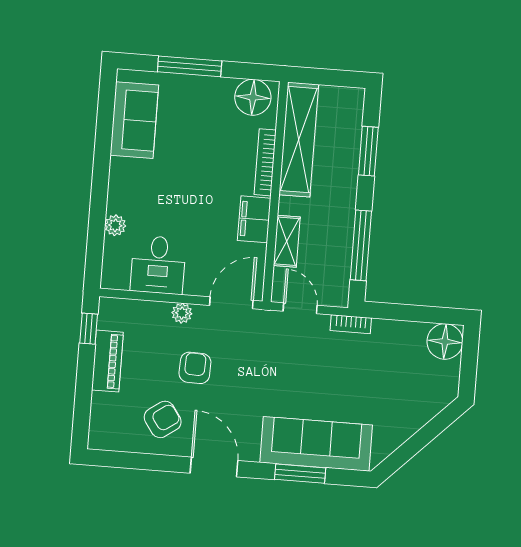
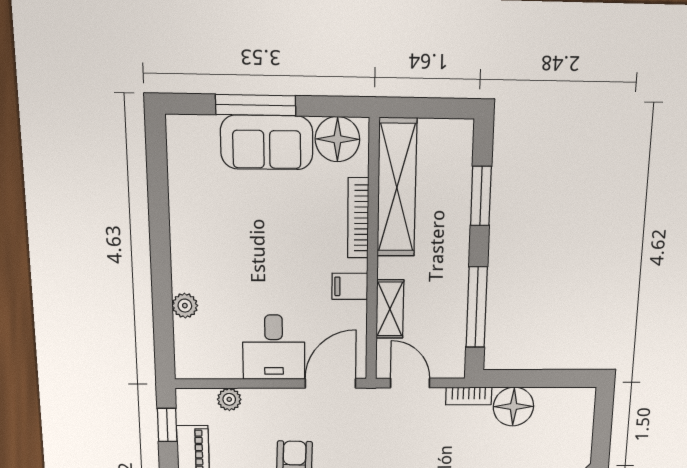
sofa: (134, 120) -> (267, 142), moved, turned 90
filing cabinet: (254, 219) -> (350, 286), width x0.50
desk: (158, 265) -> (274, 347), moved
plant: (182, 313) -> (229, 399), moved
floor lamp: (445, 341) -> (513, 407), moved

